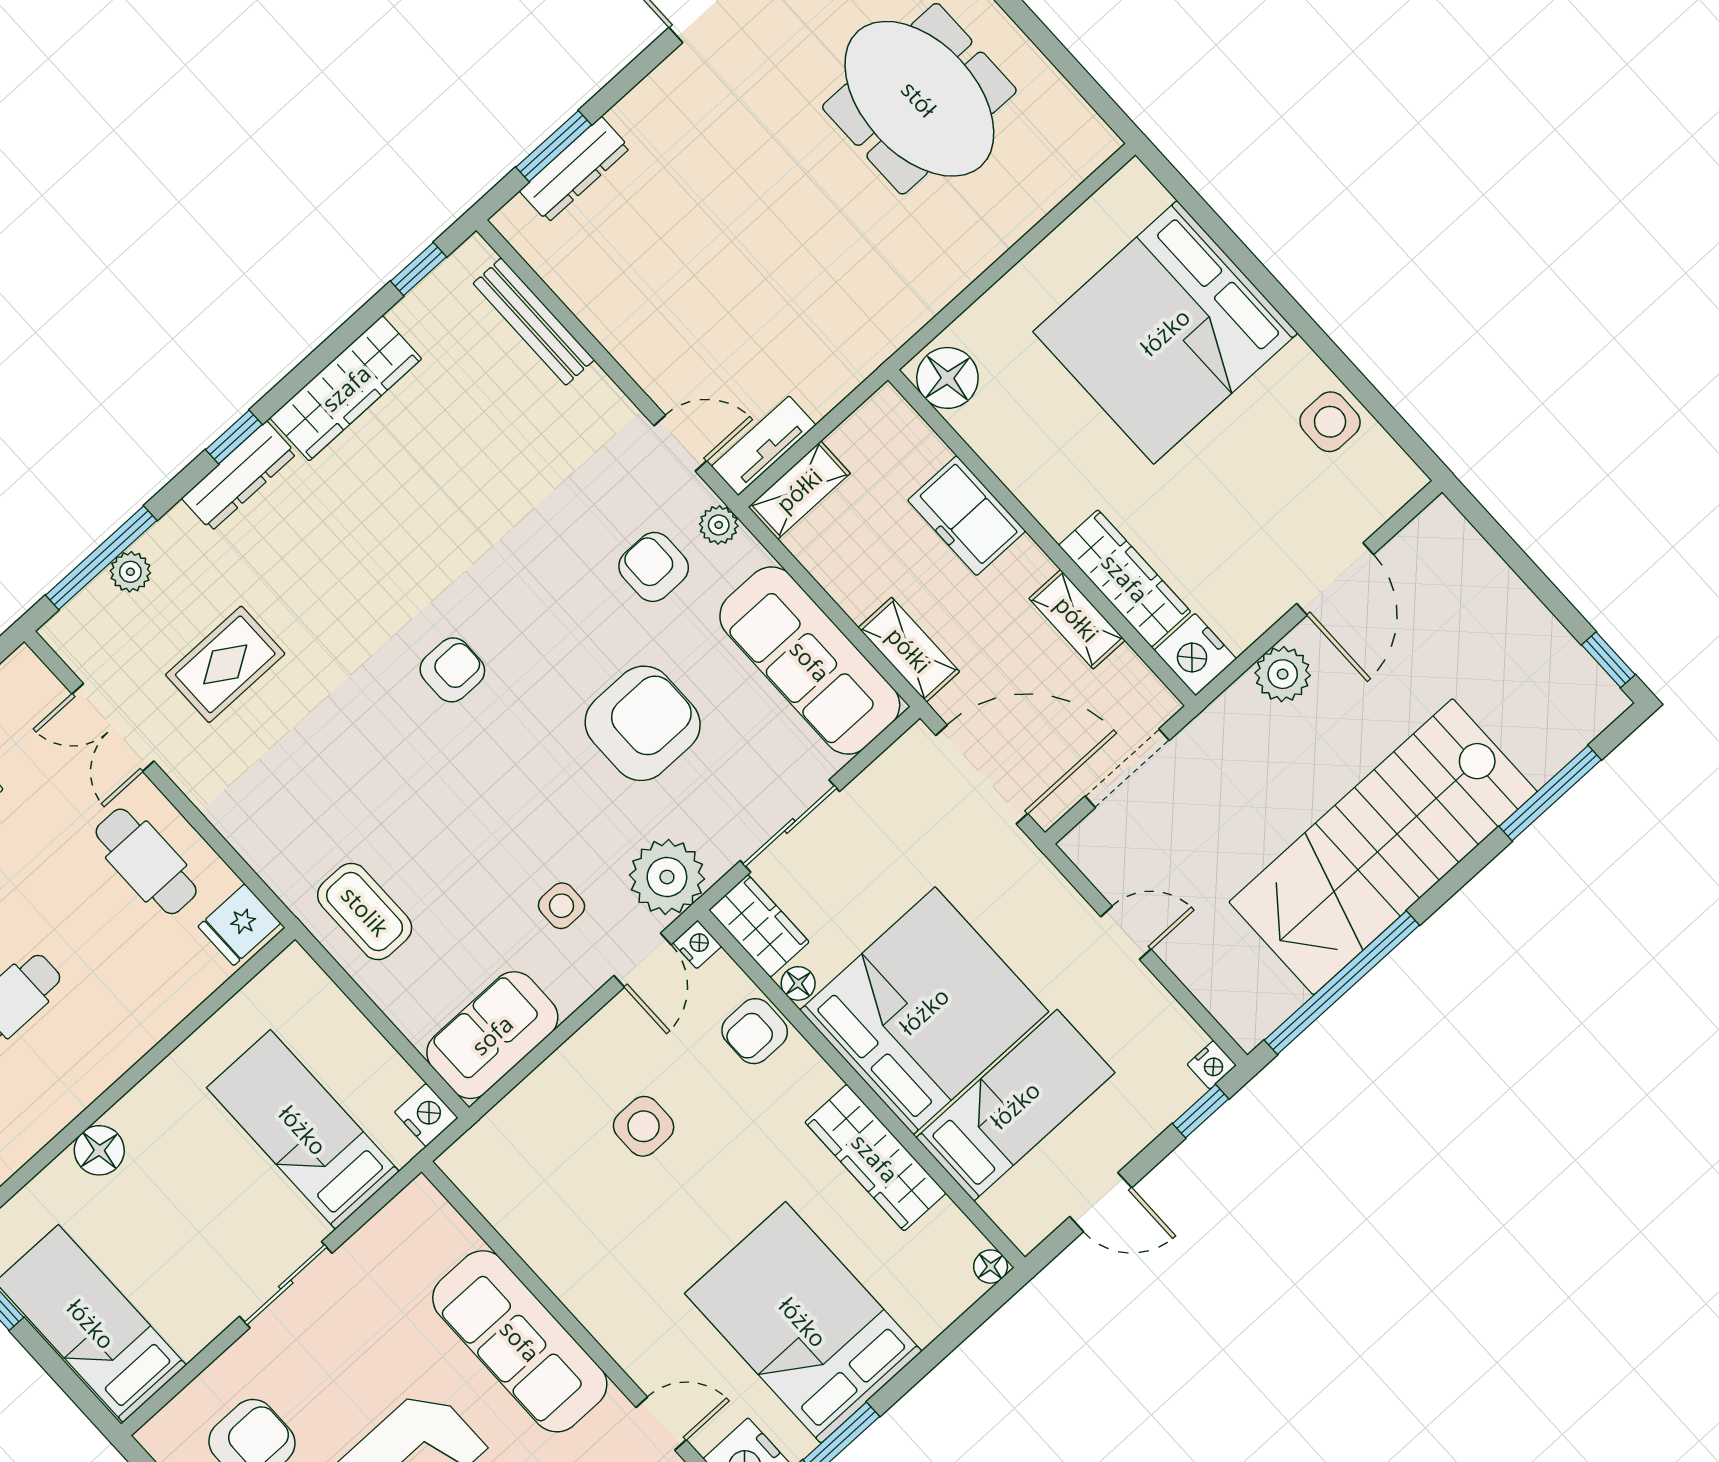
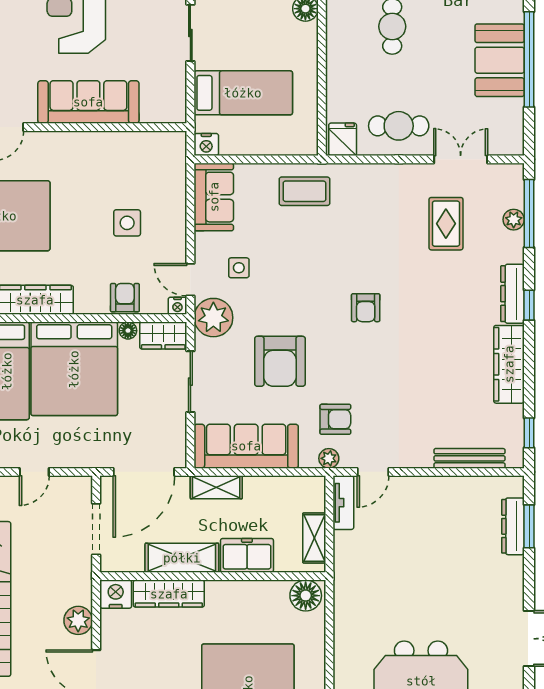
shelving: (799, 490) -> (314, 538), moved
shelving: (1077, 619) -> (182, 558), width x1.50, depth x1.33

